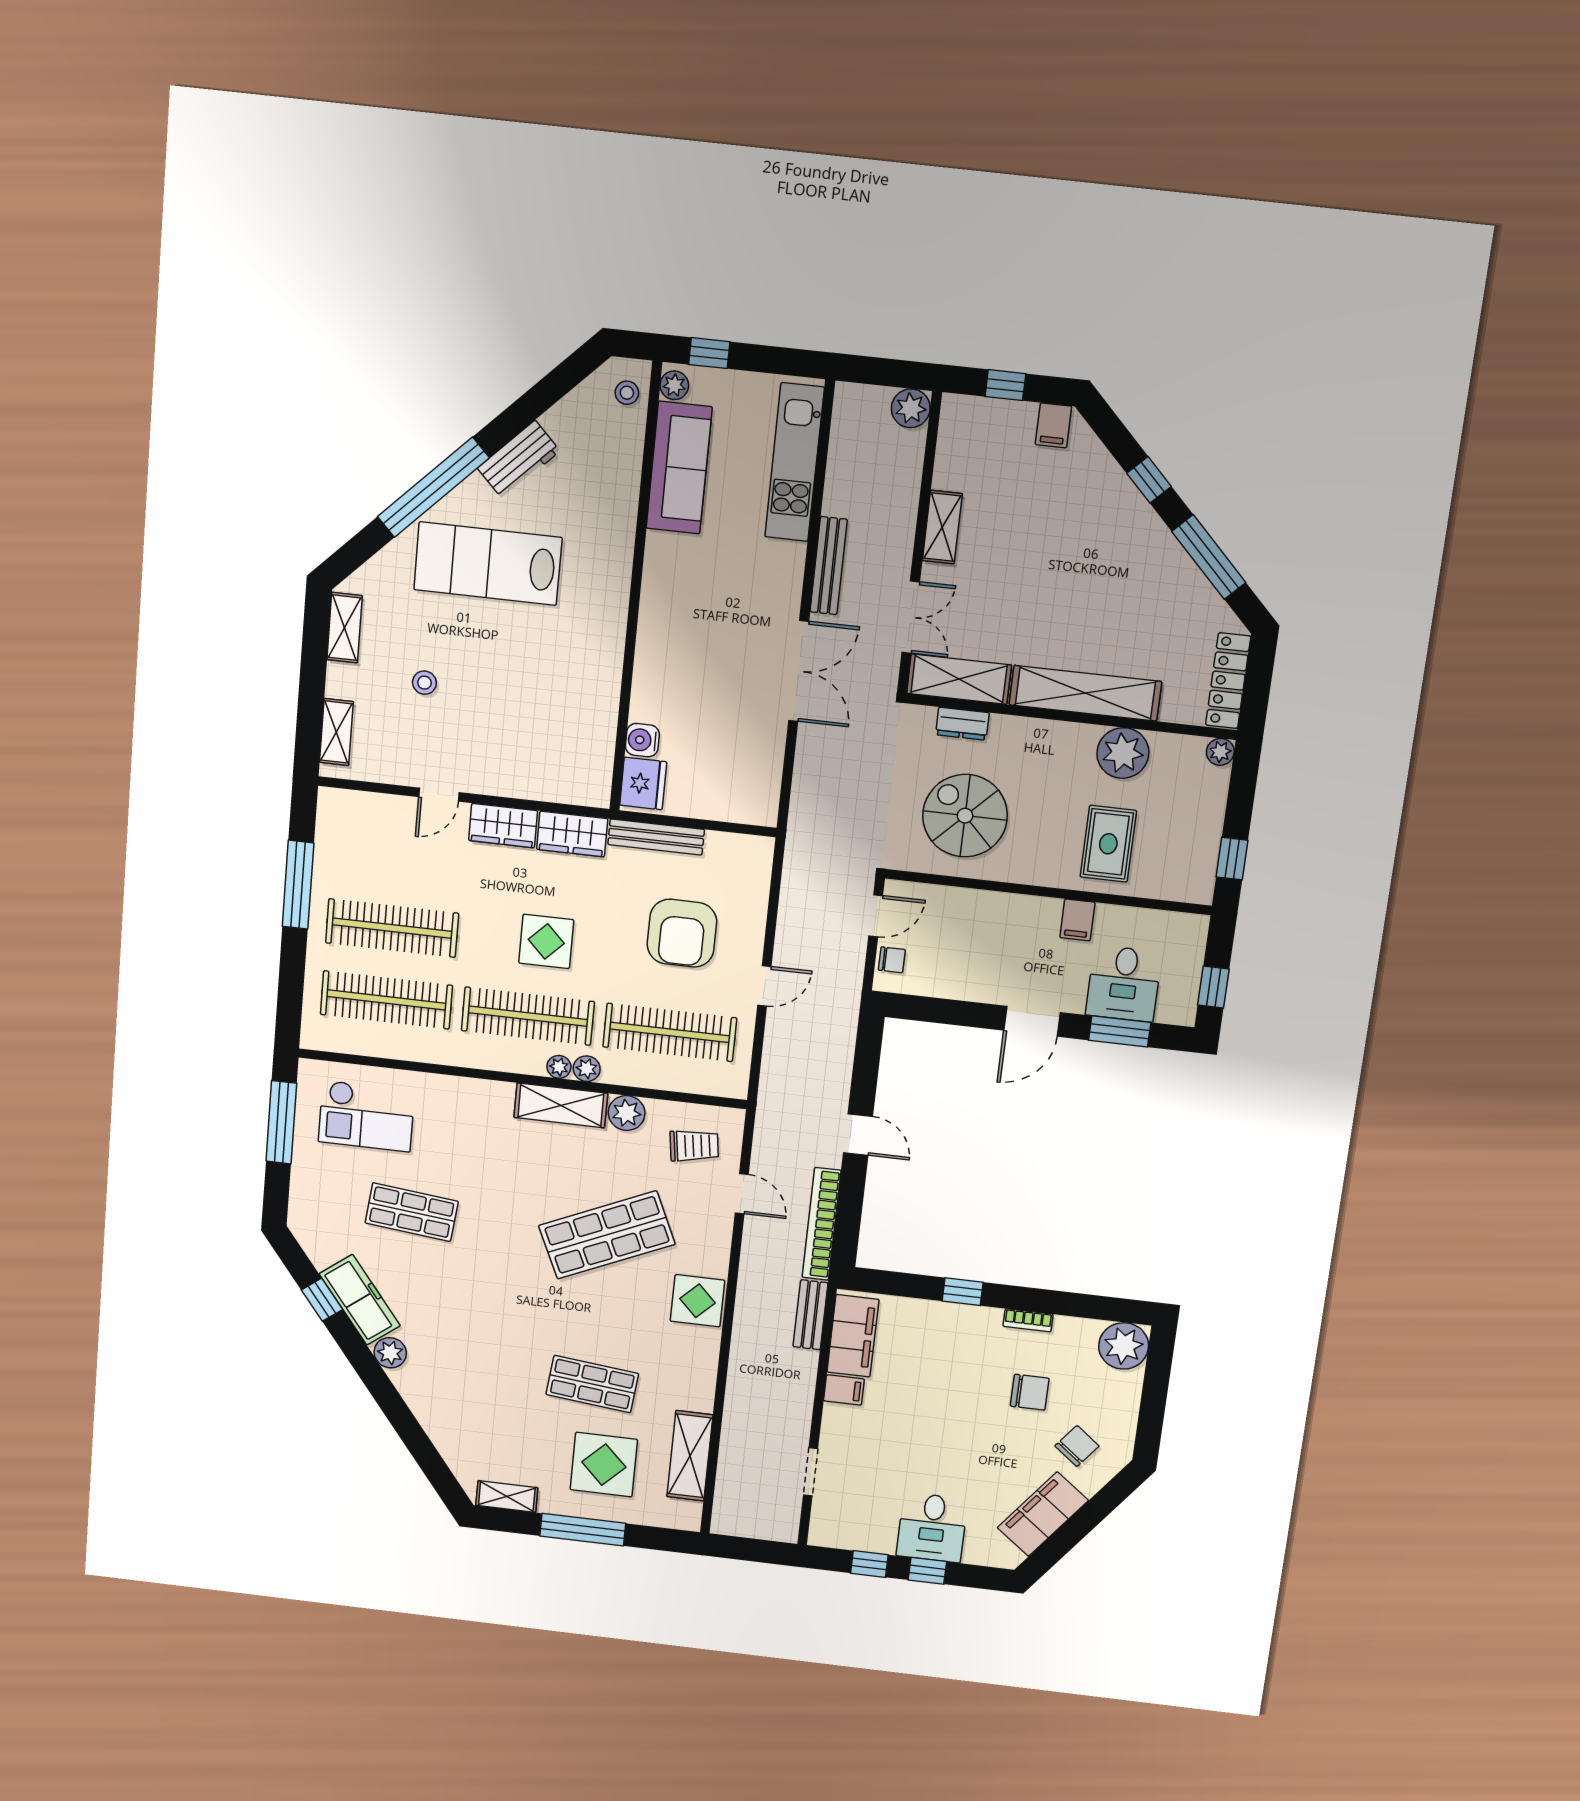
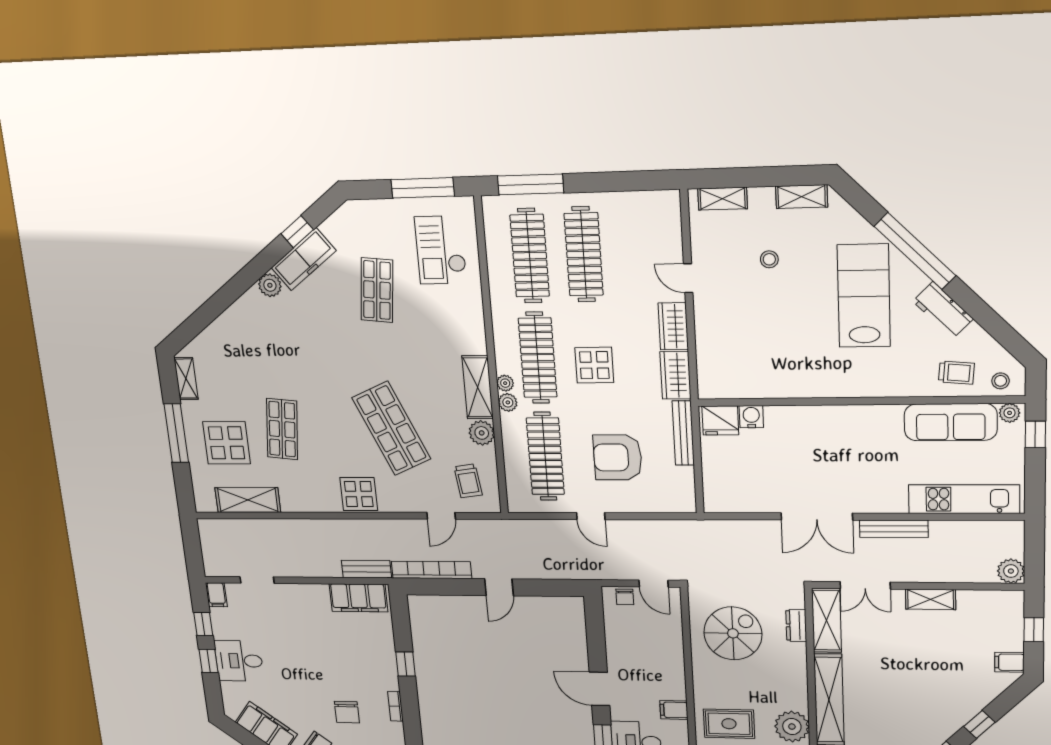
trolley: (609, 452) -> (956, 373), added
window: (298, 885) -> (531, 184), moved
filing cabinet: (844, 1390) -> (216, 595), moved

